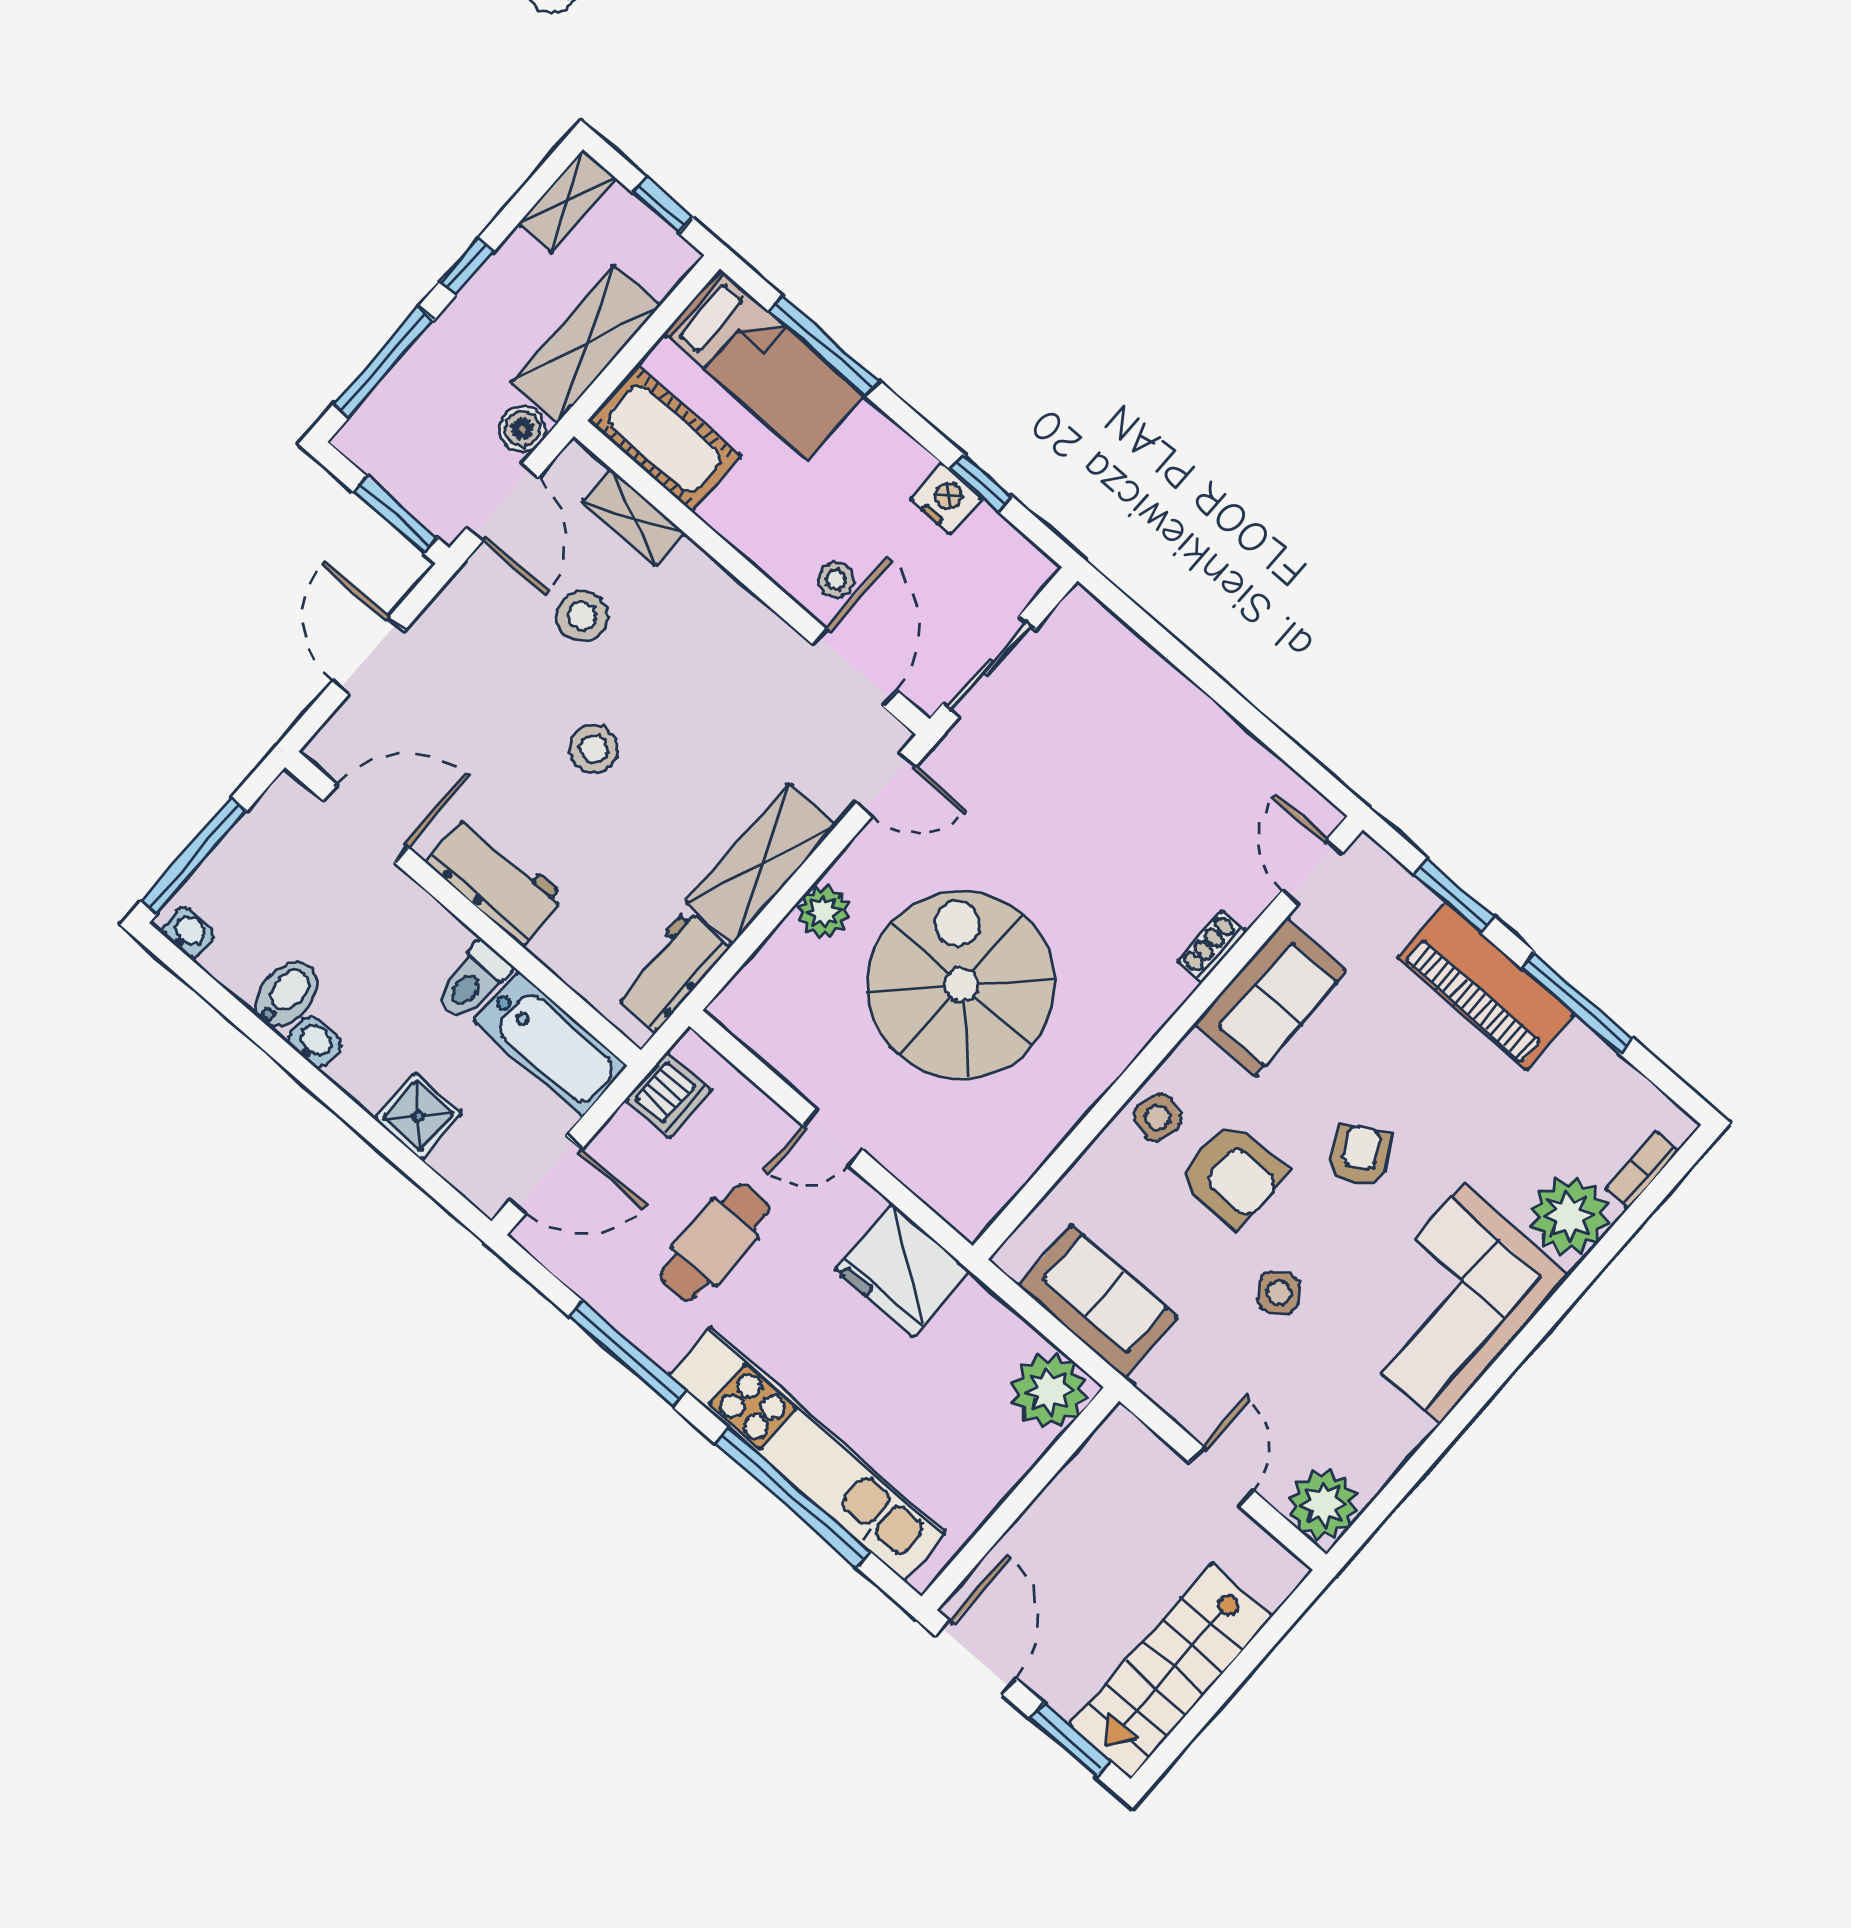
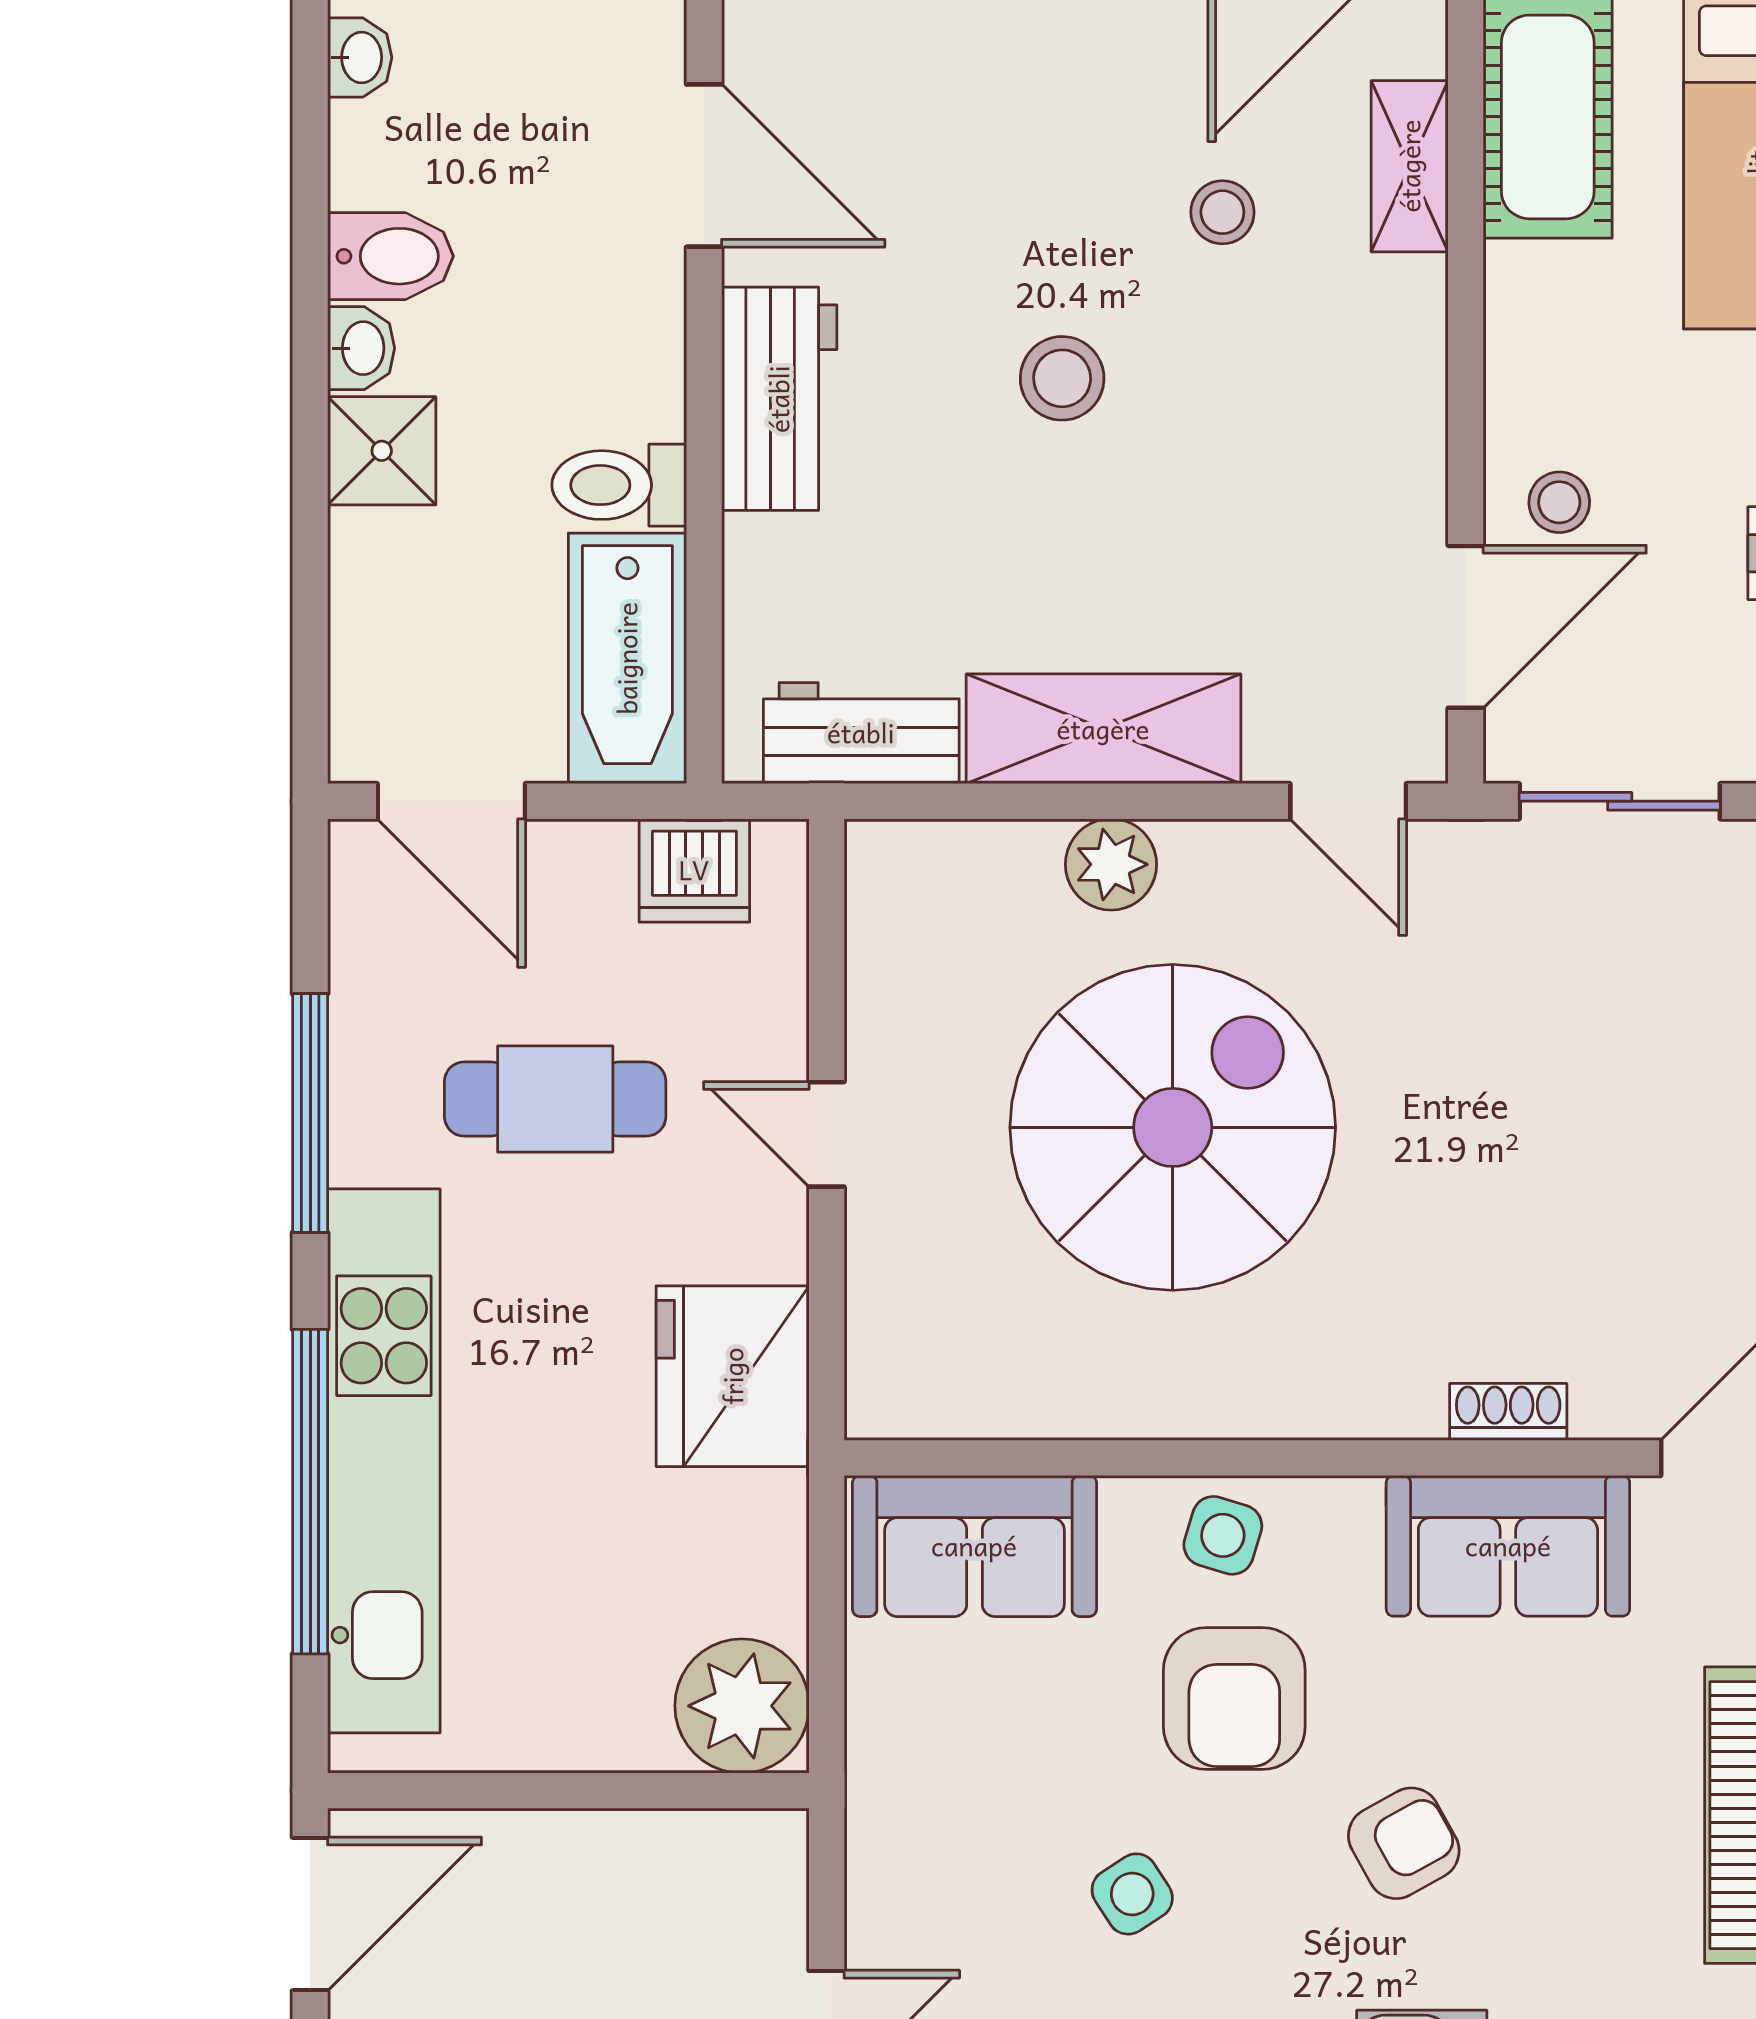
stool: (582, 616) -> (1222, 212), width x0.73, depth x0.73
shower: (418, 1116) -> (382, 451), moved
sofa: (1098, 1301) -> (974, 1546), moved, turned 90

